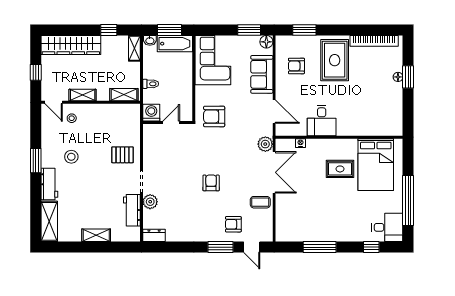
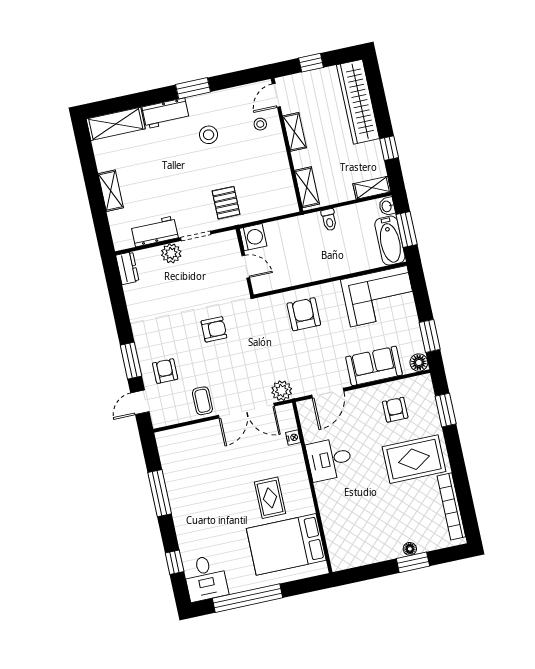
washing machine: (151, 113) -> (253, 237), moved
wall: (168, 122) -> (245, 262), moved
door: (171, 122) -> (246, 267), moved

